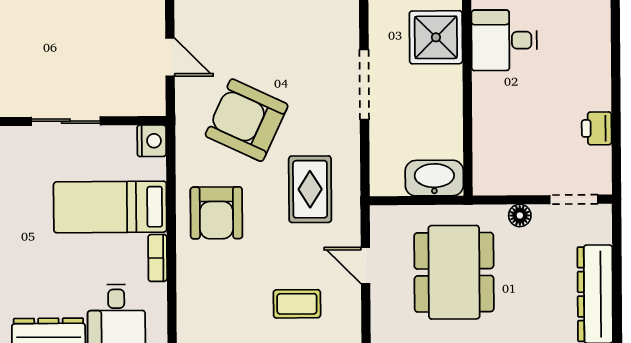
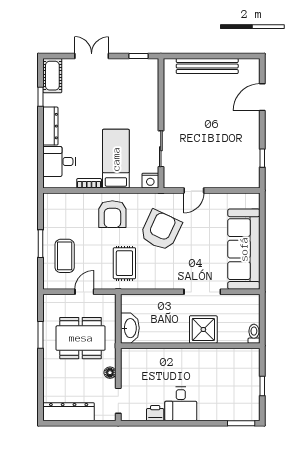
desk: (504, 40) -> (181, 404), moved, turned 180
doorway: (364, 85) -> (202, 292), moved
sliding door: (66, 121) -> (161, 149), moved
rug: (310, 189) -> (124, 263), turned 90
armchair: (216, 213) -> (112, 214), turned -90
coffee table: (297, 304) -> (65, 256), width x1.36, depth x1.30

